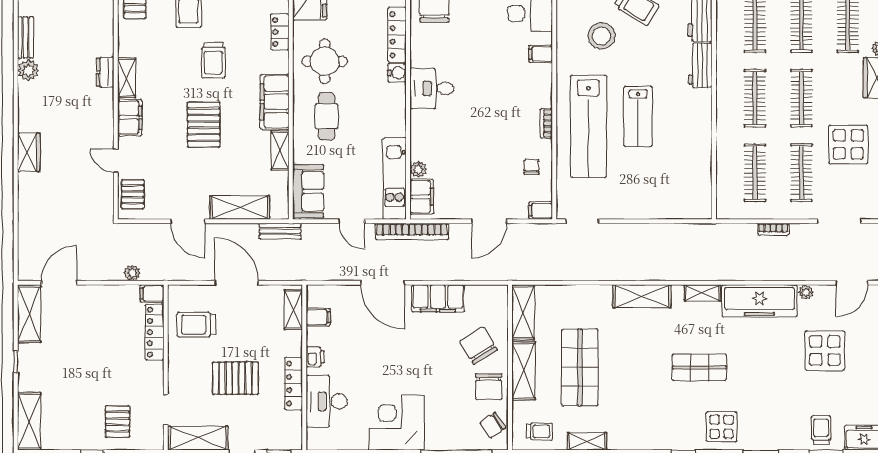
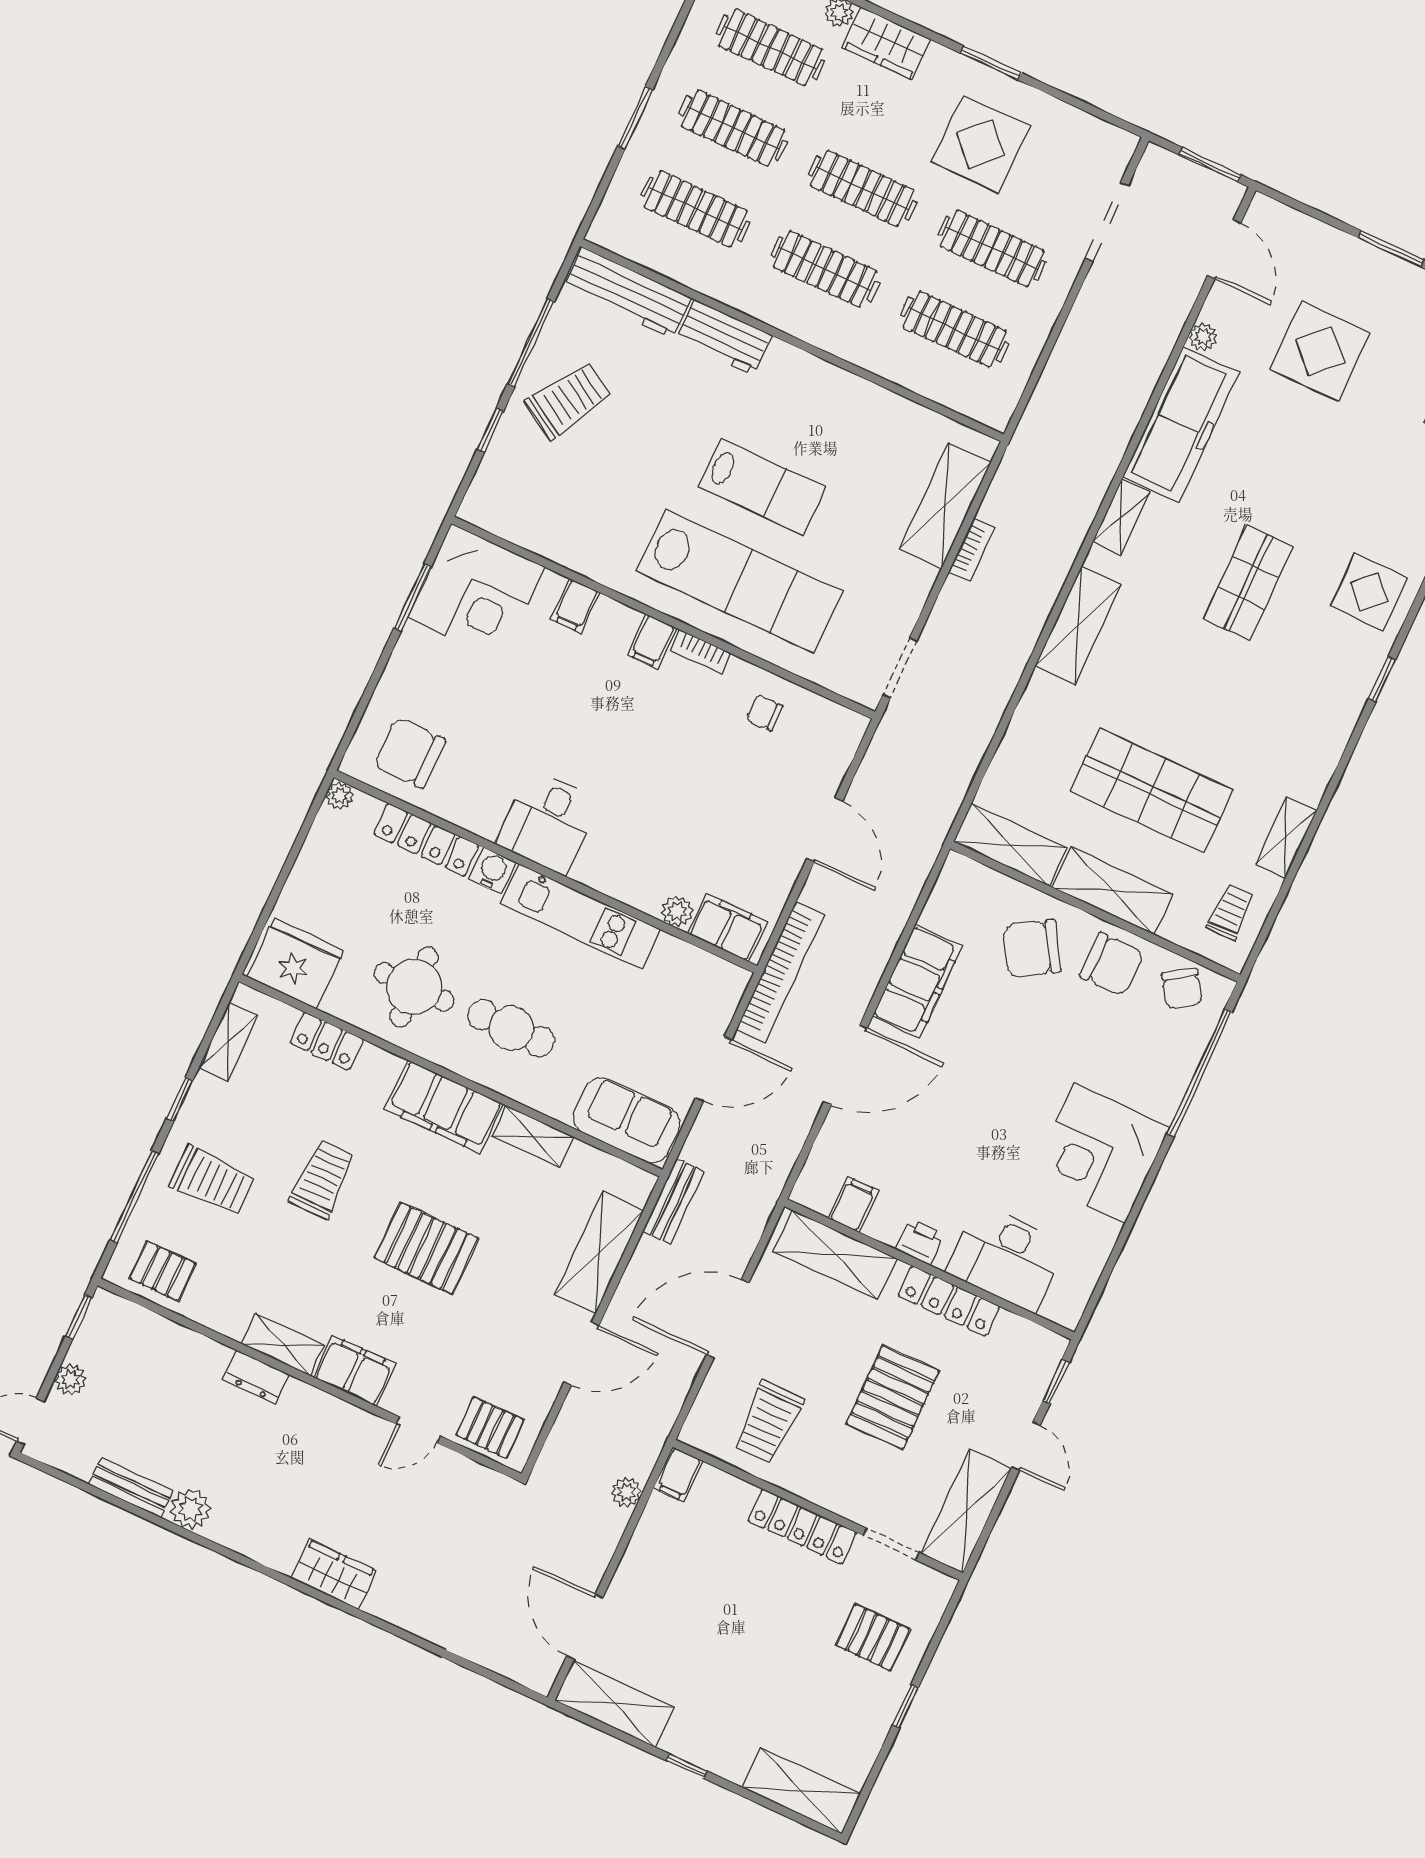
stool: (601, 36) -> (593, 485), removed
trolley: (213, 60) -> (322, 1179), turned -90
kitchen unit: (395, 178) -> (580, 916), moved
shelving: (669, 207) -> (945, 506), added
filing cabinet: (541, 211) -> (652, 641), moved
door: (352, 221) -> (714, 1069), width x1.37
bookcase: (773, 229) -> (972, 550), moved
shelving: (293, 310) -> (835, 1255), width x1.50, depth x1.33
locker: (155, 332) -> (802, 1526), moved

